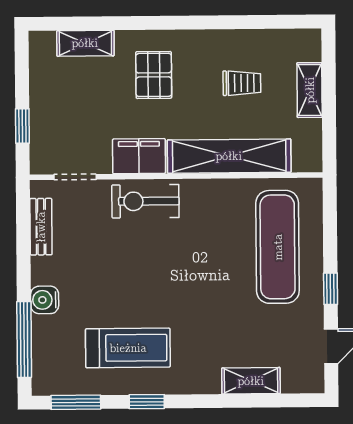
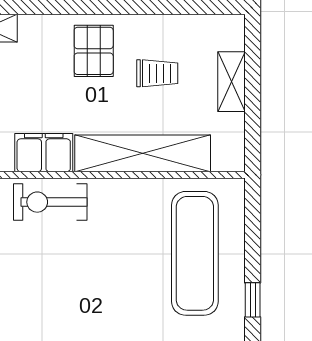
pallet: (154, 75) -> (94, 51), moved

